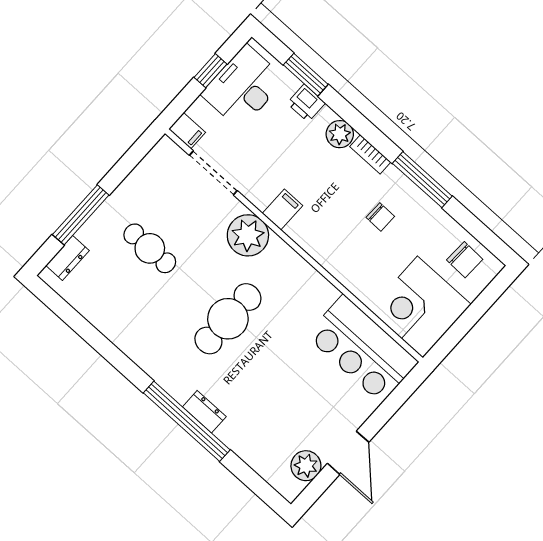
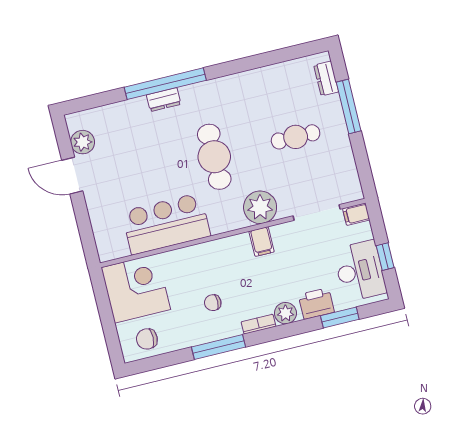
printer: (306, 103) -> (316, 303), width x1.36, depth x1.24
bar counter: (362, 349) -> (166, 224), moved

